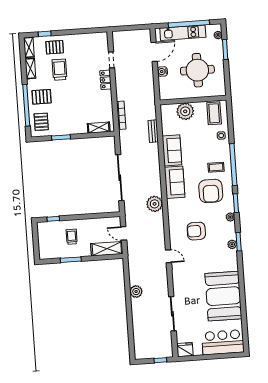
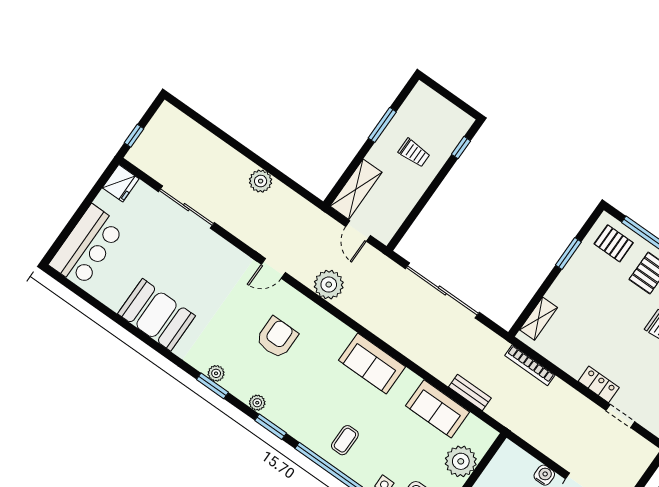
sofa: (172, 150) -> (438, 409), moved
armchair: (211, 191) -> (317, 405), removed
plant: (155, 204) -> (329, 285), moved
door: (124, 233) -> (358, 231), swing flipped
booth: (223, 296) -> (157, 315), width x0.73, depth x0.70

